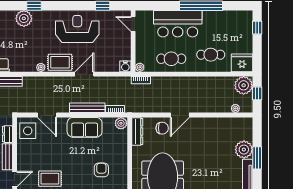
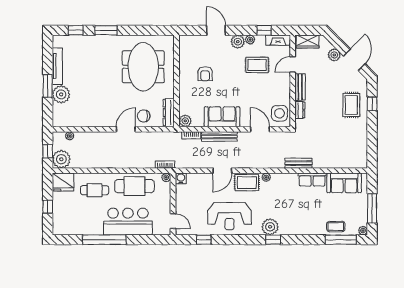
plant: (24, 18) -> (270, 227), moved
window: (257, 28) -> (48, 207), moved
cafe table: (171, 59) -> (134, 186), width x1.37, depth x1.35

